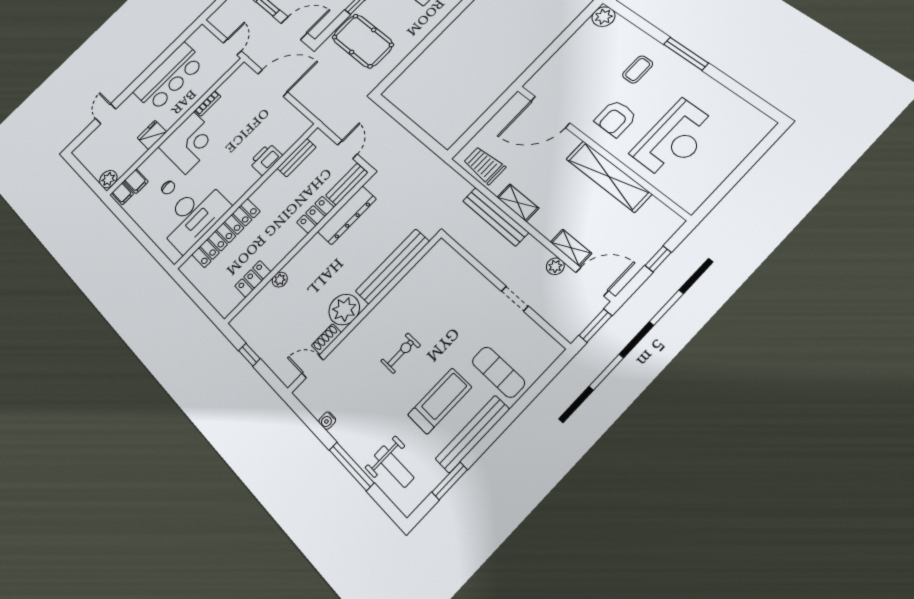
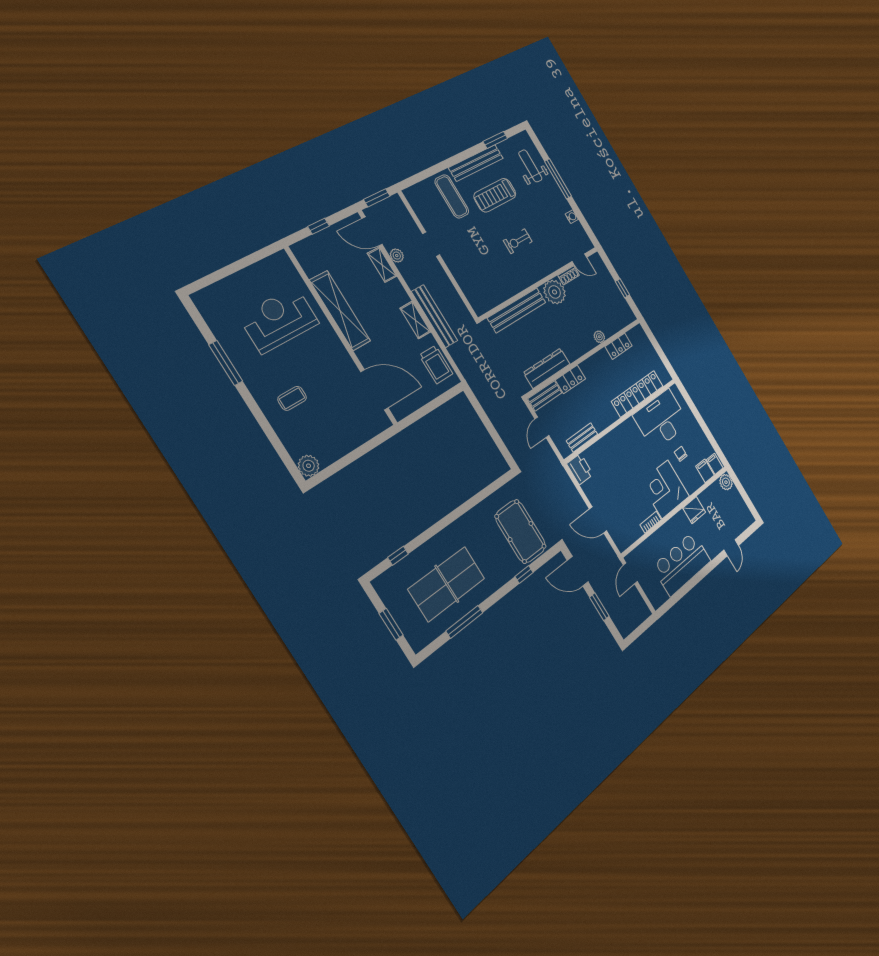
window: (686, 54) -> (226, 363), moved
door: (273, 83) -> (598, 520), width x0.73
armchair: (616, 118) -> (322, 360), removed
printer: (266, 159) -> (580, 469), moved, turned -90

